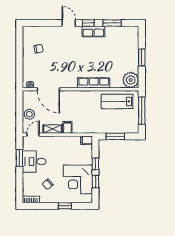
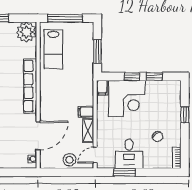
row of seats: (94, 83) -> (30, 86), width x1.36
door: (33, 135) -> (95, 155), hinge flipped
corner desk: (78, 179) -> (127, 99), moved

